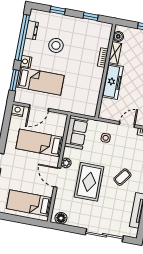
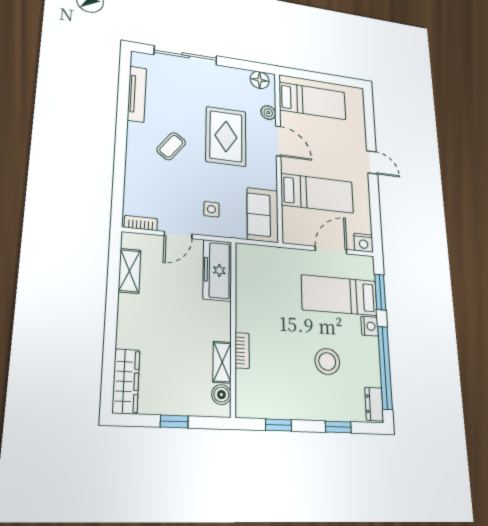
dresser: (32, 30) -> (374, 404), moved
freezer: (113, 82) -> (217, 270), moved
plant: (66, 163) -> (268, 113), moved

